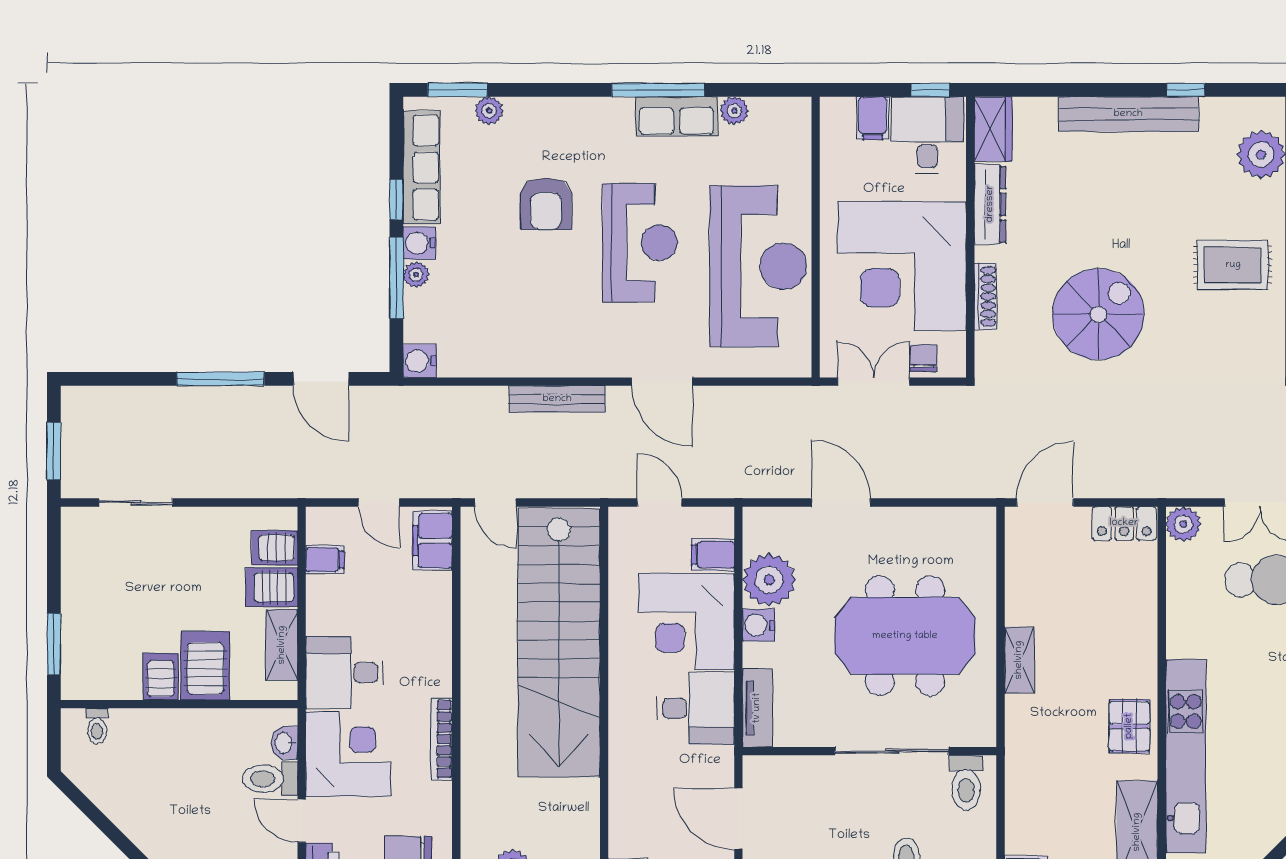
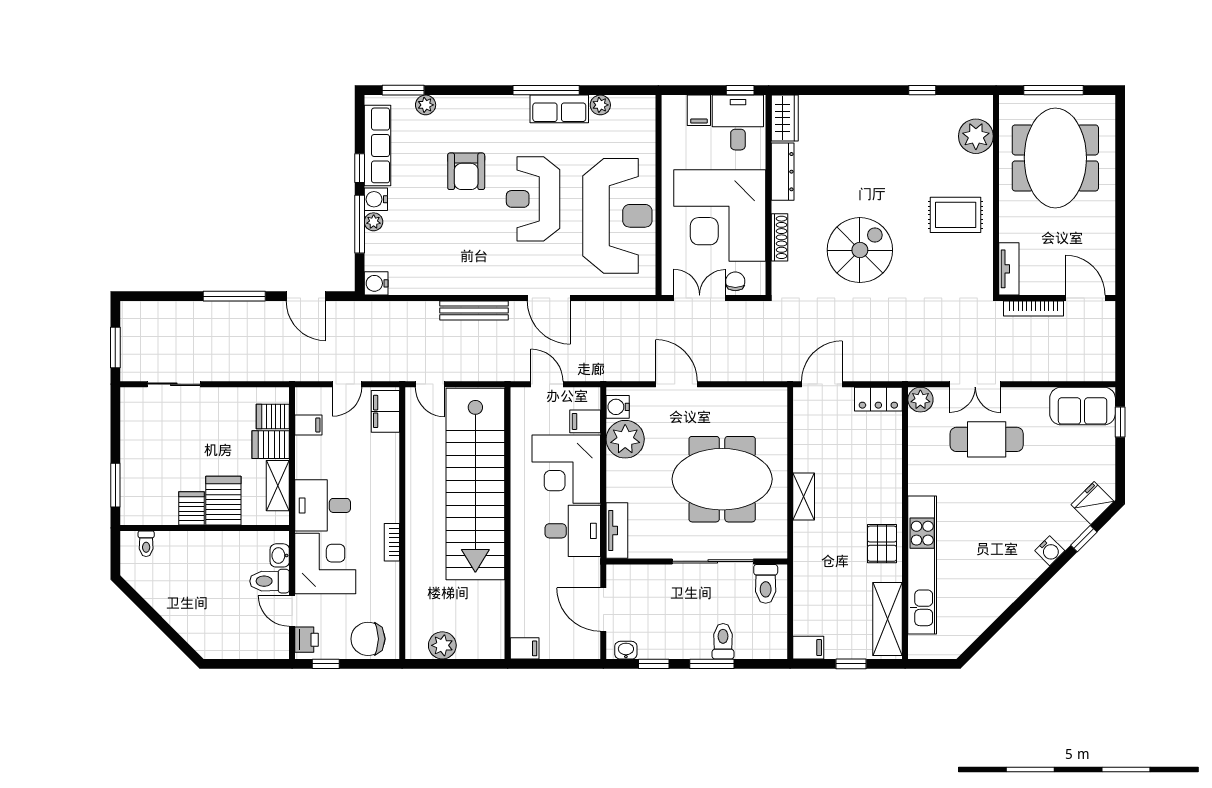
bench: (1128, 114) -> (881, 107), removed
reception desk: (640, 243) -> (533, 199), turned 180
door: (379, 502) -> (347, 384), hinge flipped
water cooler: (759, 625) -> (618, 407), moved
bookcase: (442, 739) -> (392, 542), width x0.64

